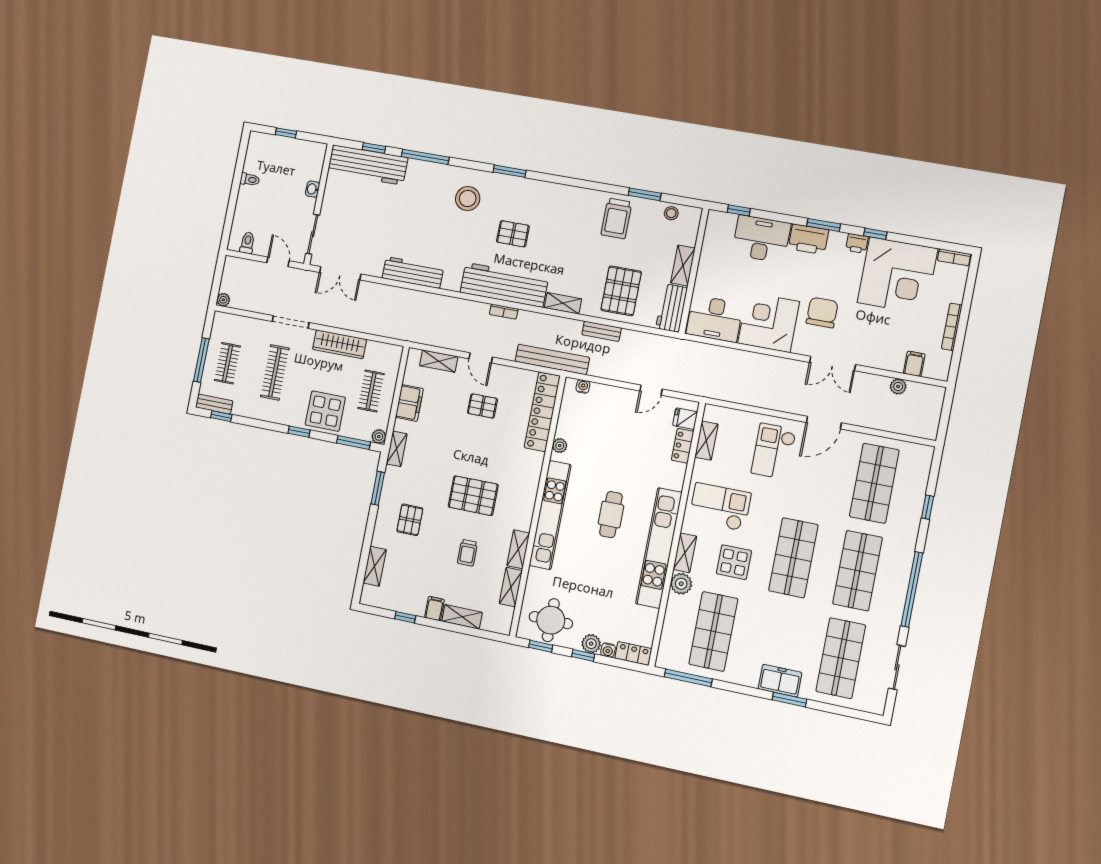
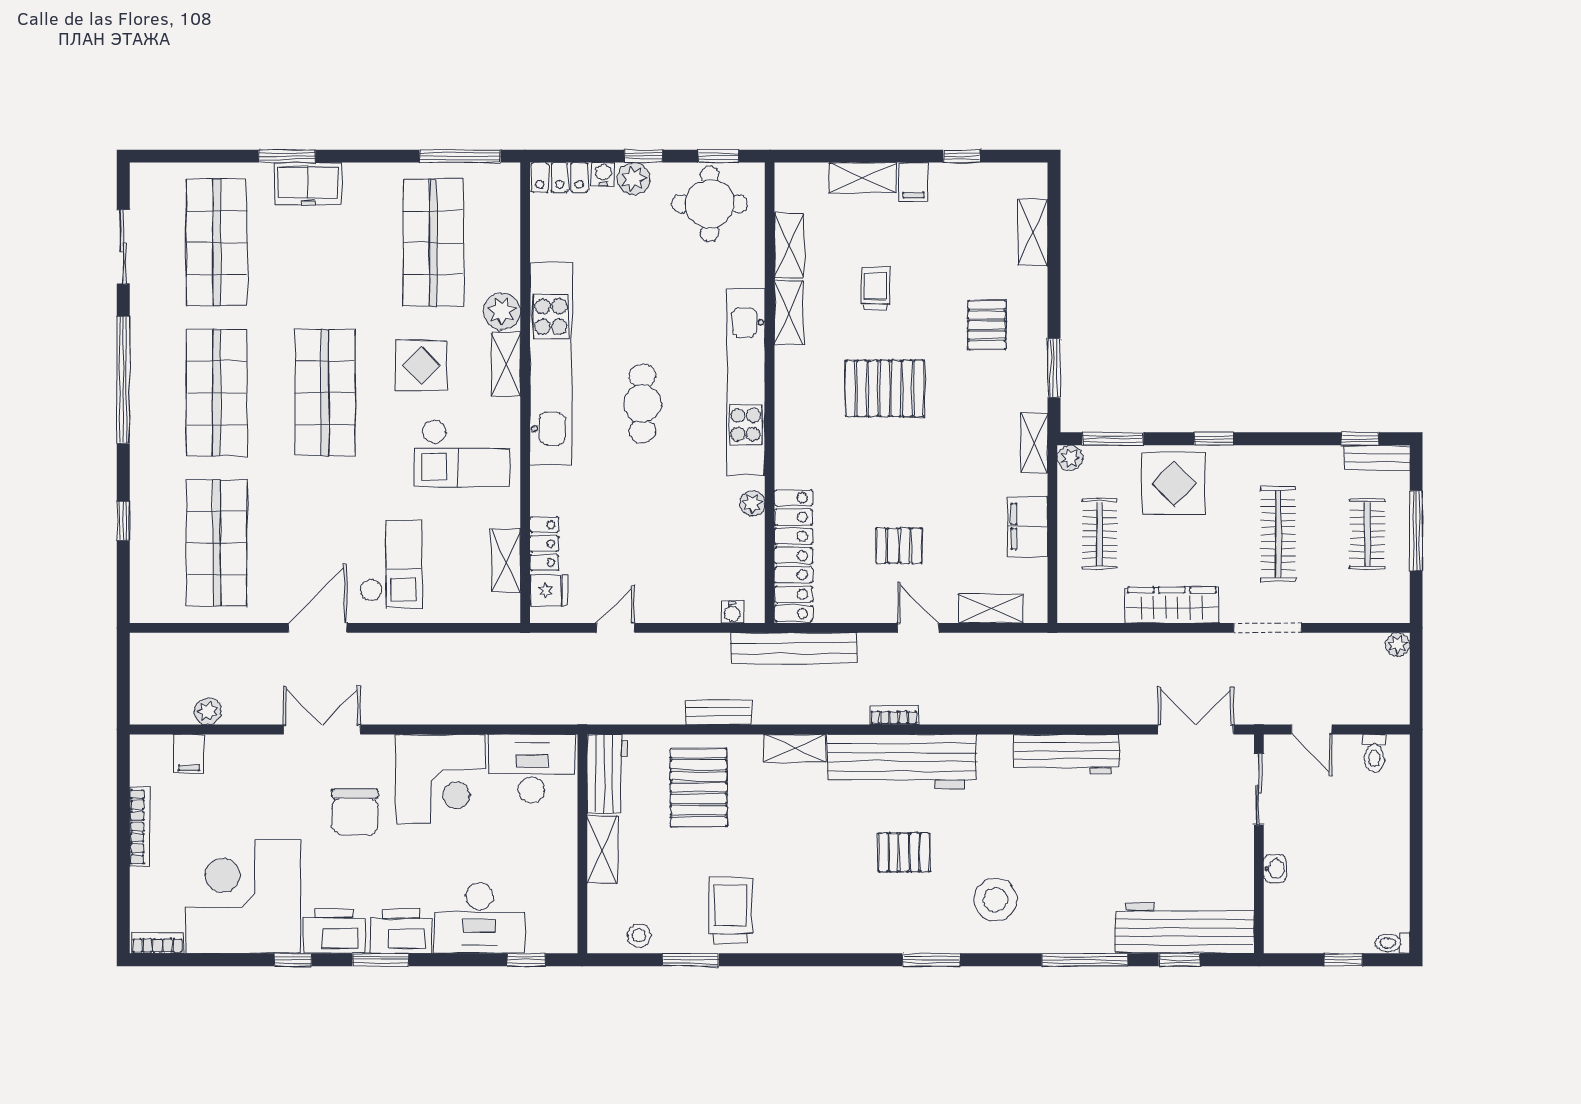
toilet: (250, 180) -> (1393, 943), moved
printer: (857, 243) -> (334, 931), width x1.87, depth x1.48

